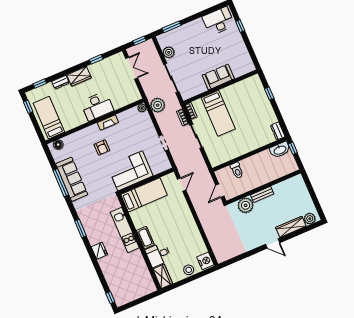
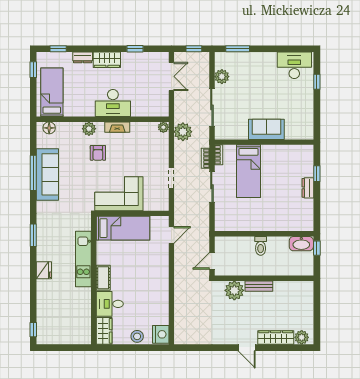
dresser: (278, 131) -> (308, 188), moved
plant: (88, 133) -> (89, 129), added
toilet: (237, 170) -> (261, 246), moved

